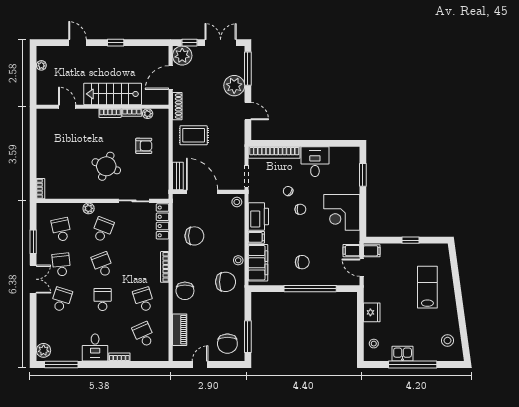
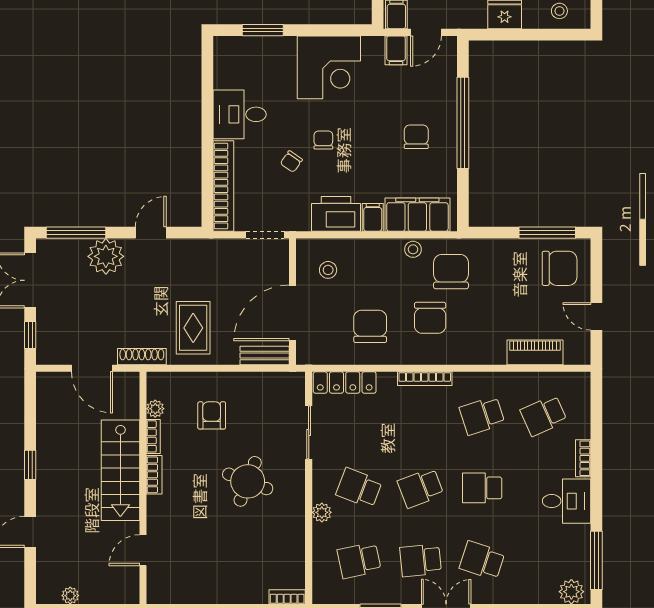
plant: (182, 56) -> (53, 348), removed
stool: (237, 202) -> (328, 270), moved
chair: (185, 291) -> (430, 318), moved, turned 90

